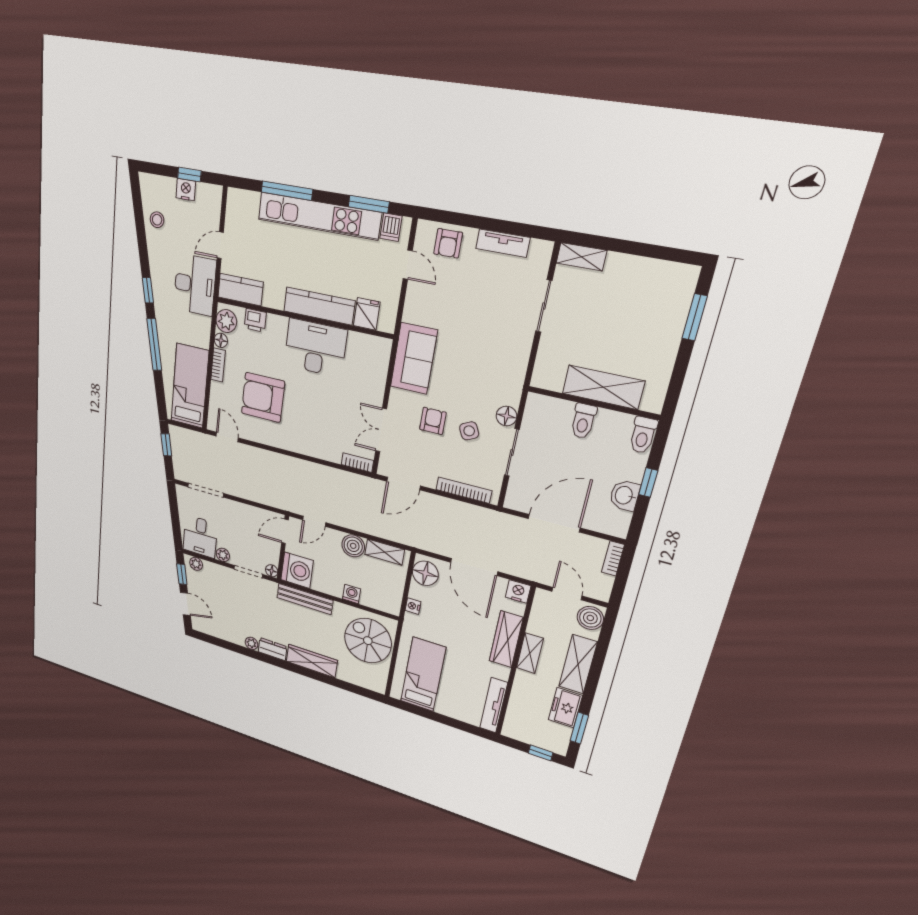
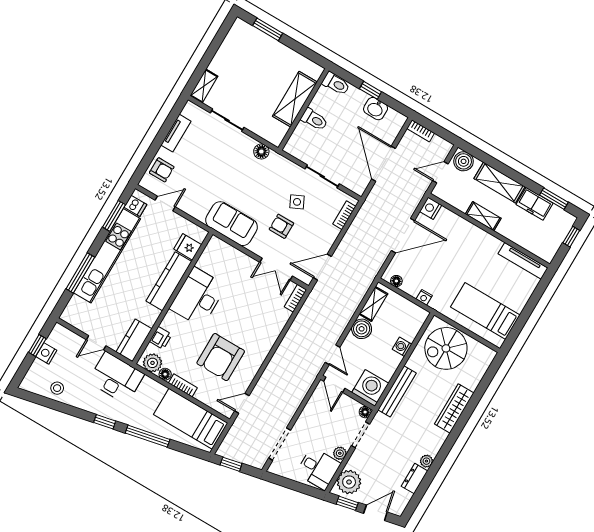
door: (220, 245) -> (96, 343), hinge flipped
floor lamp: (506, 416) -> (261, 152), moved
door: (403, 484) -> (322, 267), swing flipped
bookcase: (464, 490) -> (344, 215), width x0.64
plant: (196, 564) -> (349, 482), width x1.87, depth x1.87
floor lamp: (425, 573) -> (396, 281), width x0.53, depth x0.53
wardrobe: (506, 639) -> (468, 231), removed
dresser: (273, 649) -> (415, 479), moved

